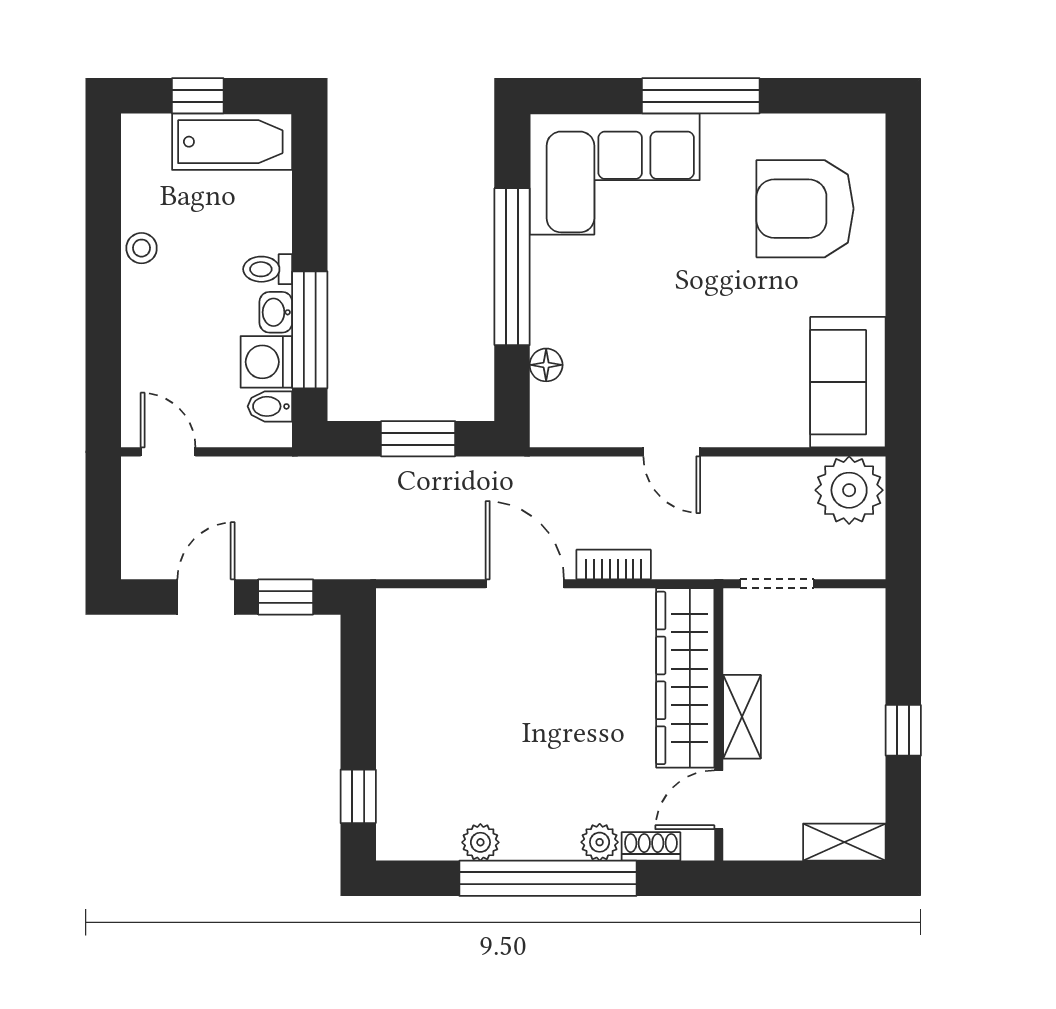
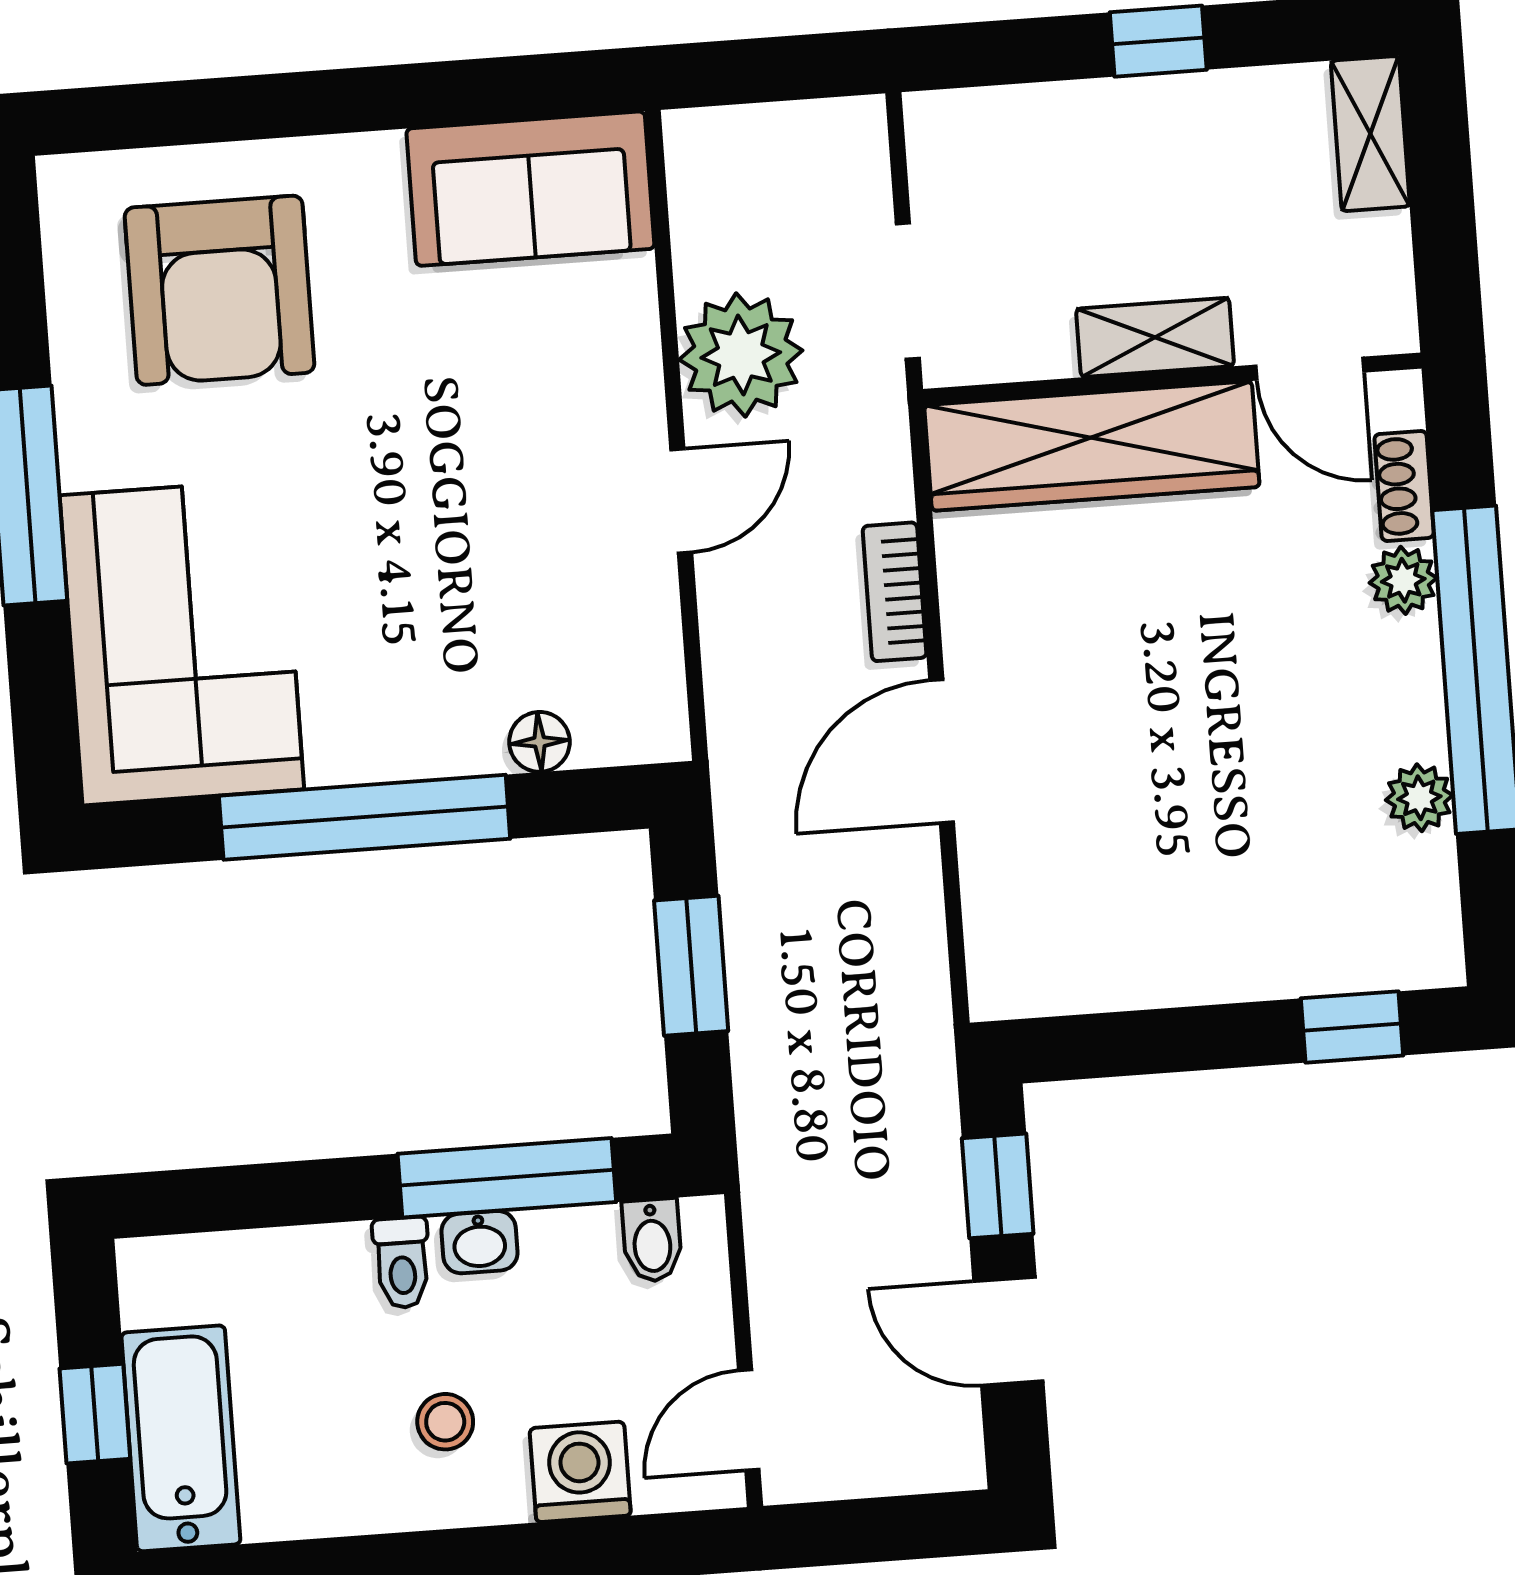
bathtub: (232, 142) -> (181, 1438), moved
stool: (142, 248) -> (445, 1422), moved
washing machine: (266, 362) -> (580, 1472), moved, turned 180
plant: (849, 490) -> (741, 355), moved

